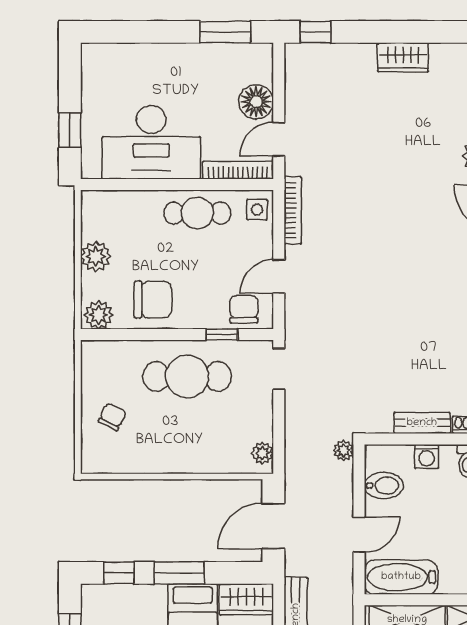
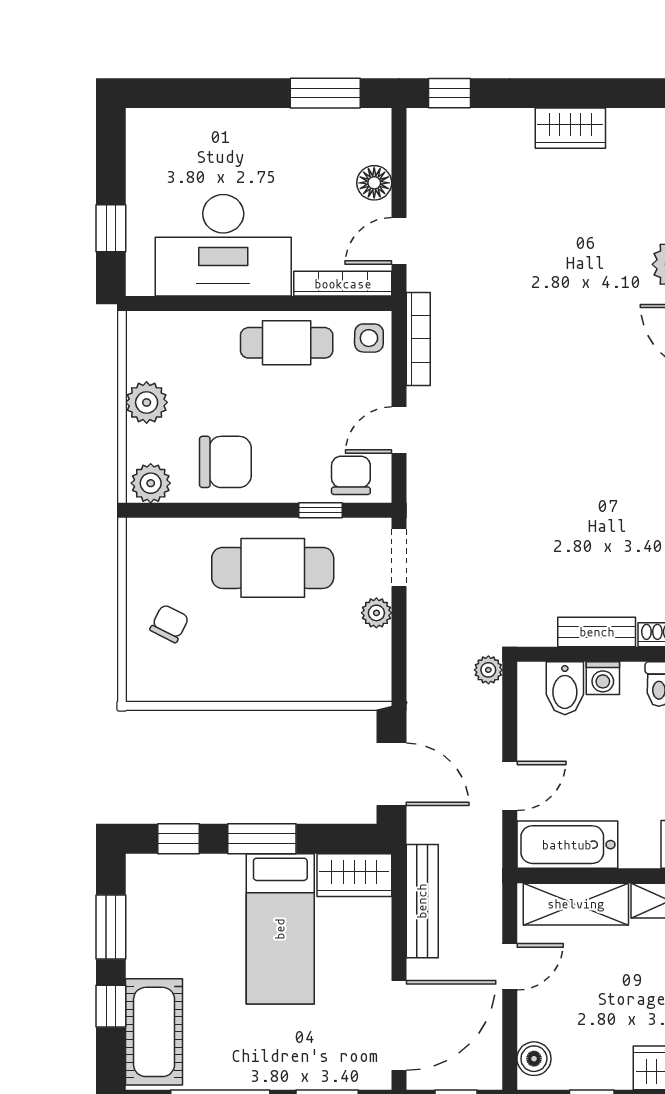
floor lamp: (256, 102) -> (374, 183), width x0.73, depth x0.73
plant: (262, 453) -> (376, 613), moved
bidet: (384, 486) -> (565, 688), moved, turned 90
door: (273, 526) -> (392, 774), swing flipped

